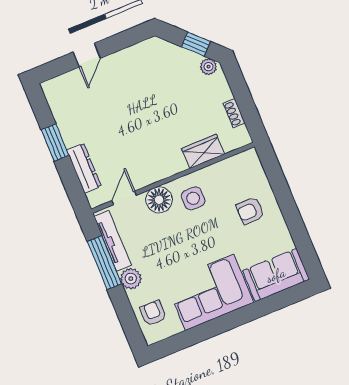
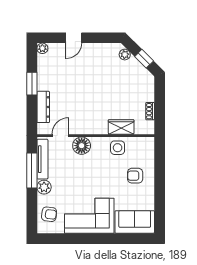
plant: (208, 67) -> (125, 55), moved
plant: (49, 88) -> (42, 48), added
side table: (193, 198) -> (118, 148), moved
armchair: (153, 313) -> (49, 214), turned 97

